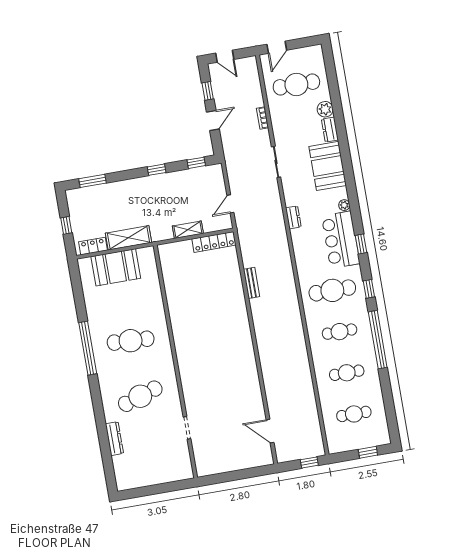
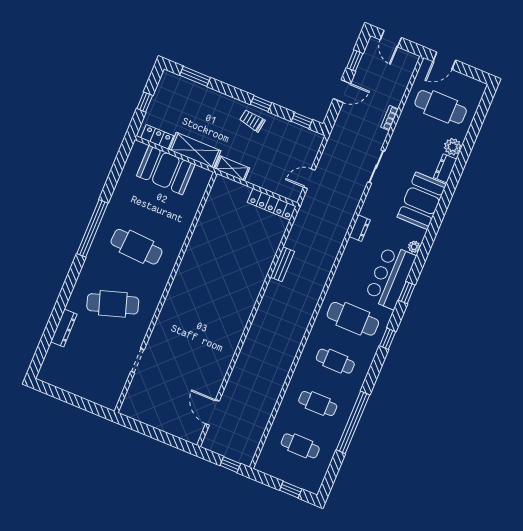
trolley: (158, 187) -> (252, 121), added
shelving: (188, 230) -> (232, 168), moved
window: (378, 340) -> (353, 422), moved

